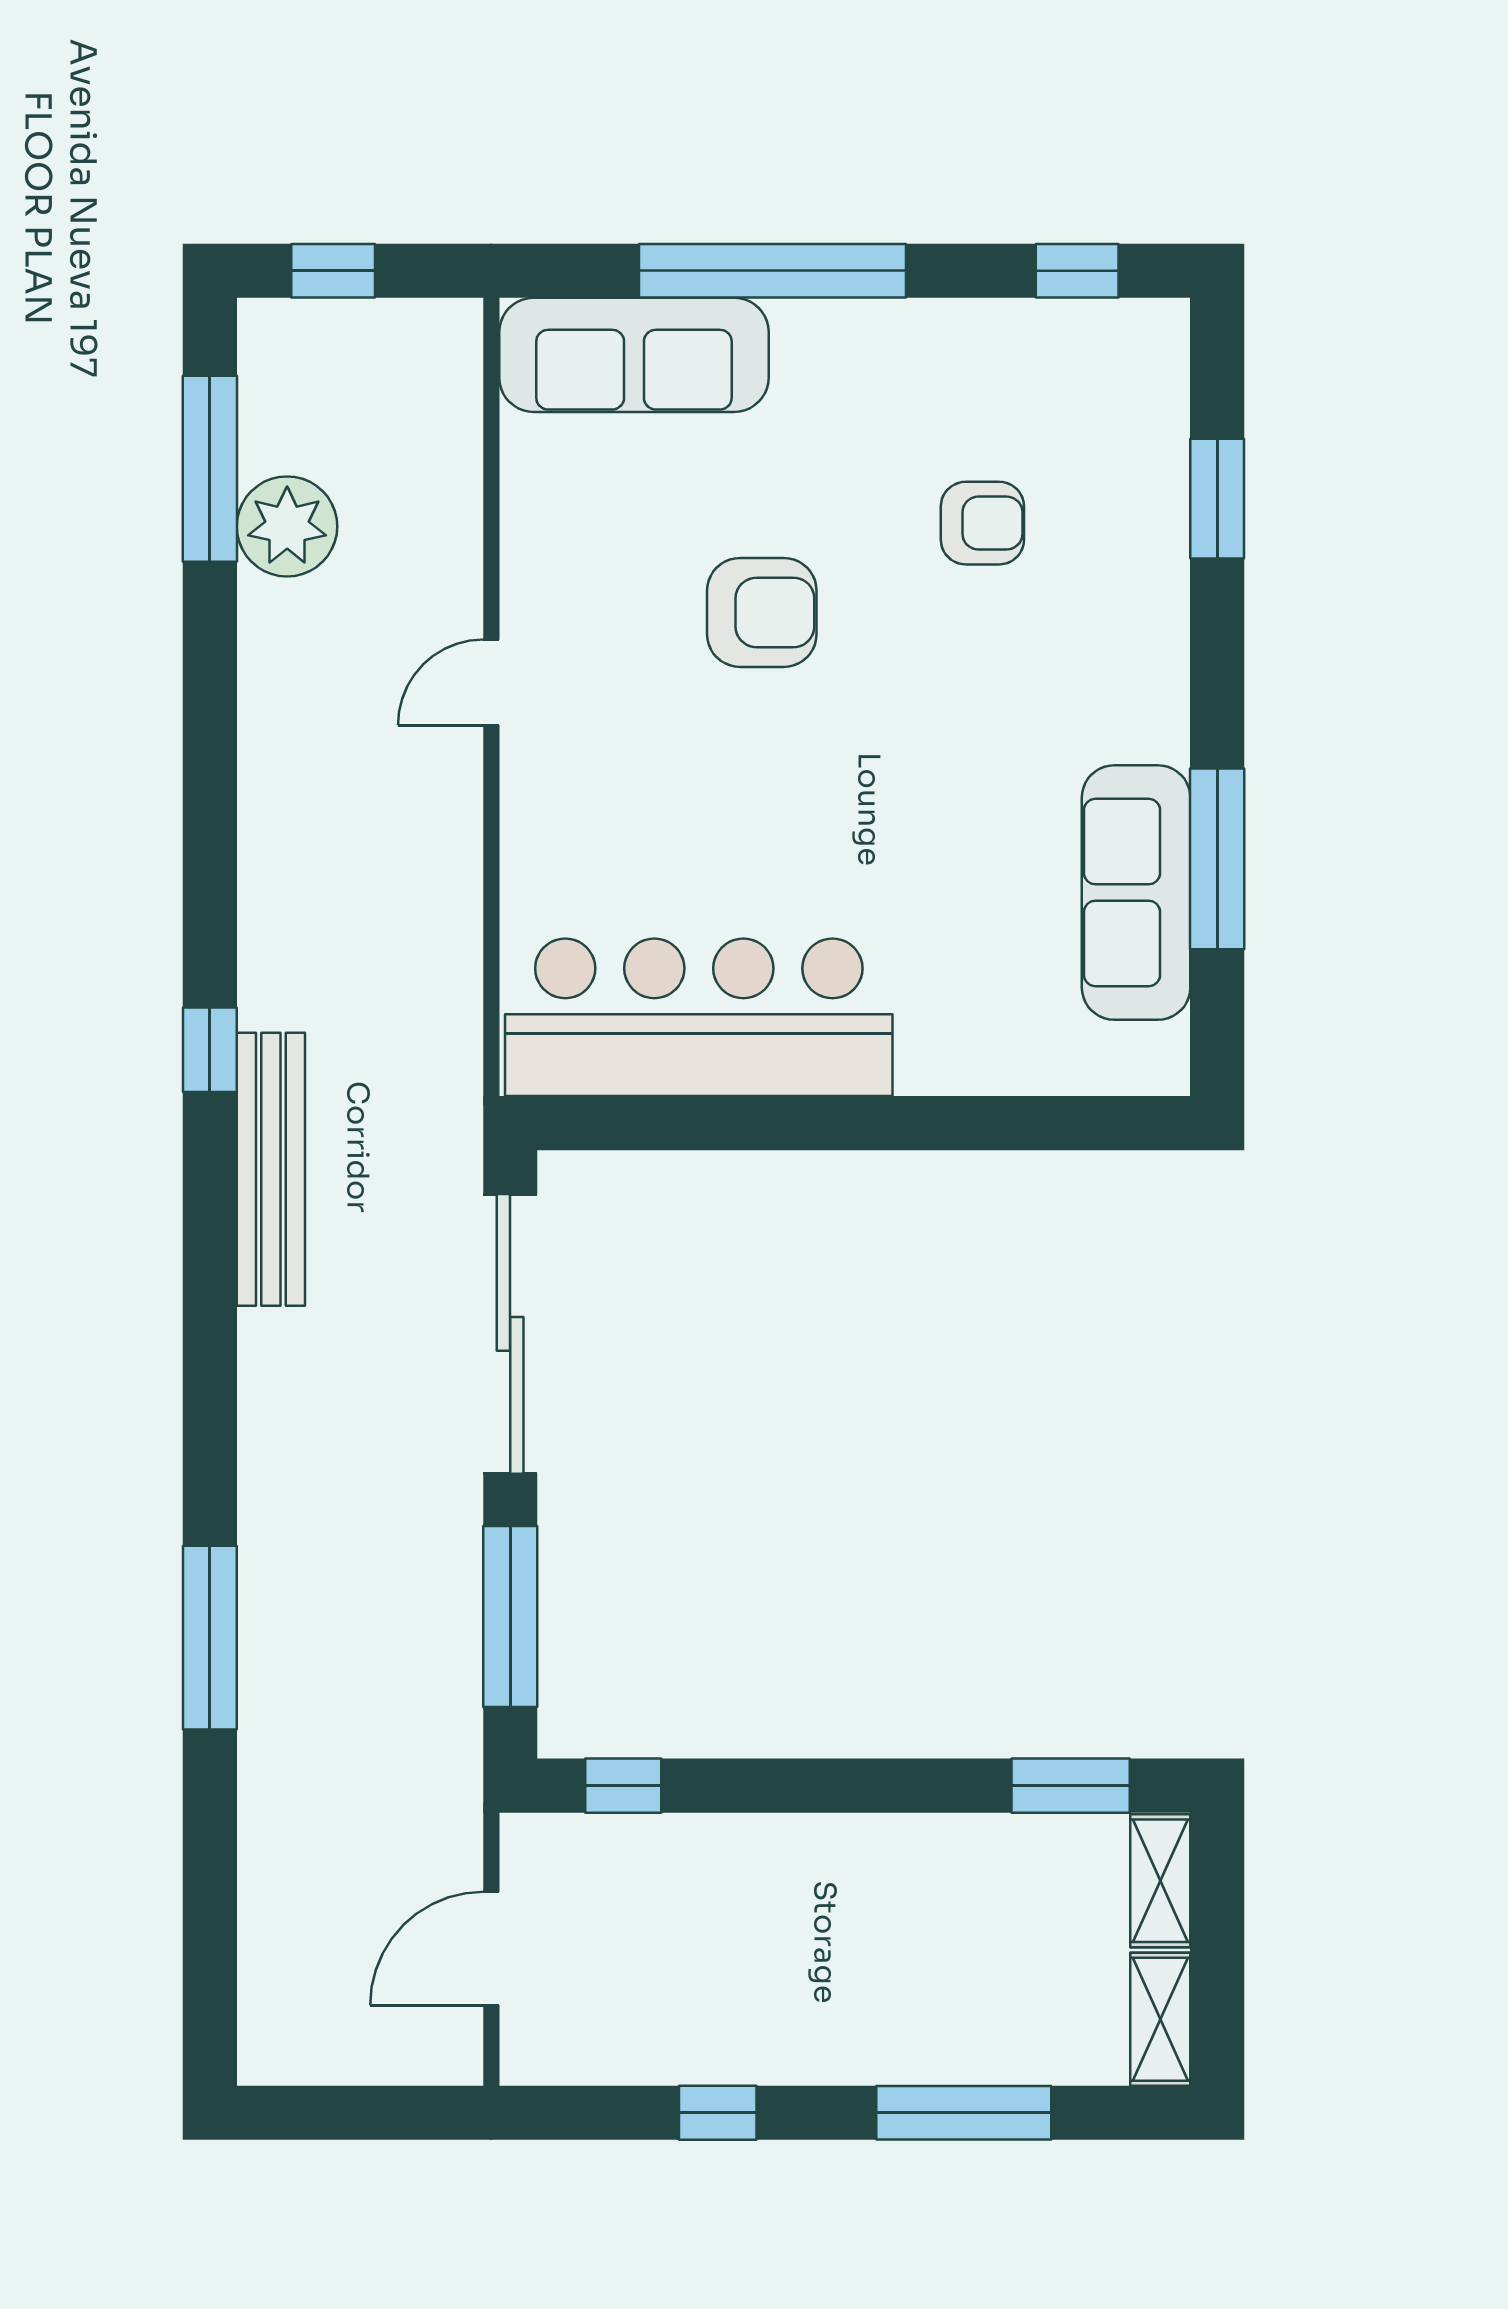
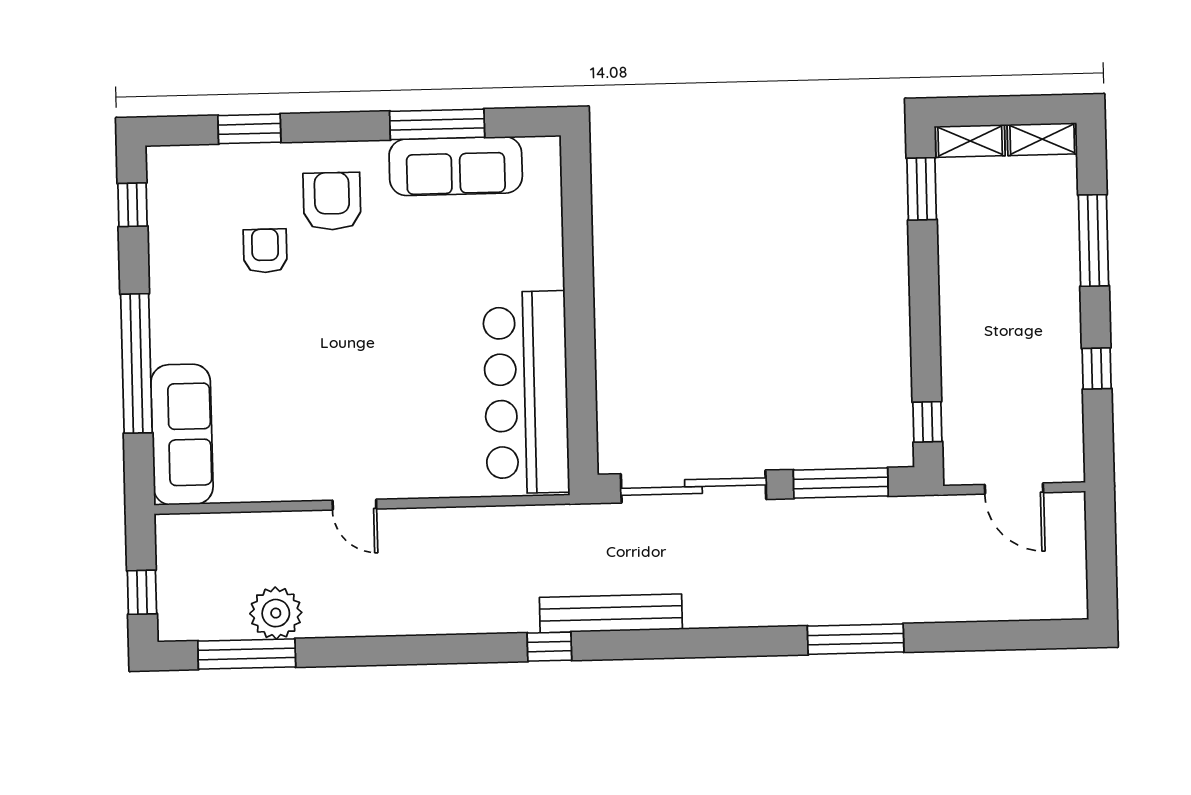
armchair: (762, 612) -> (332, 201), moved

